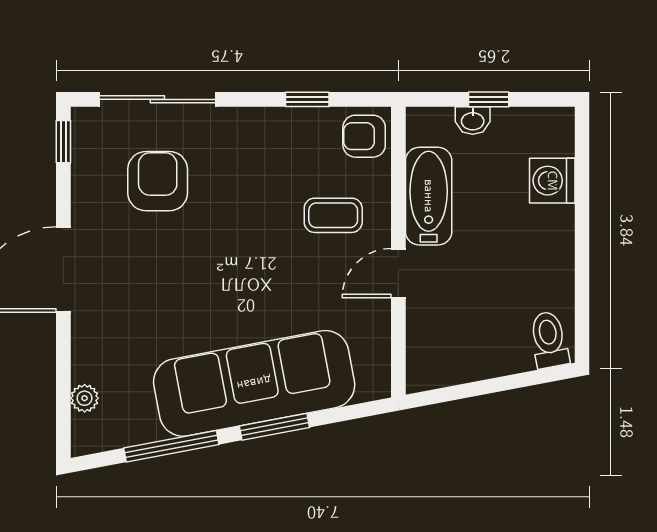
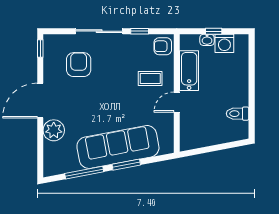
sliding door: (157, 99) -> (99, 31), moved
washing machine: (552, 181) -> (224, 43), moved, turned -90
toilet: (549, 340) -> (238, 114), moved, turned -79
plant: (85, 398) -> (54, 130), moved, width x1.87, depth x1.87

